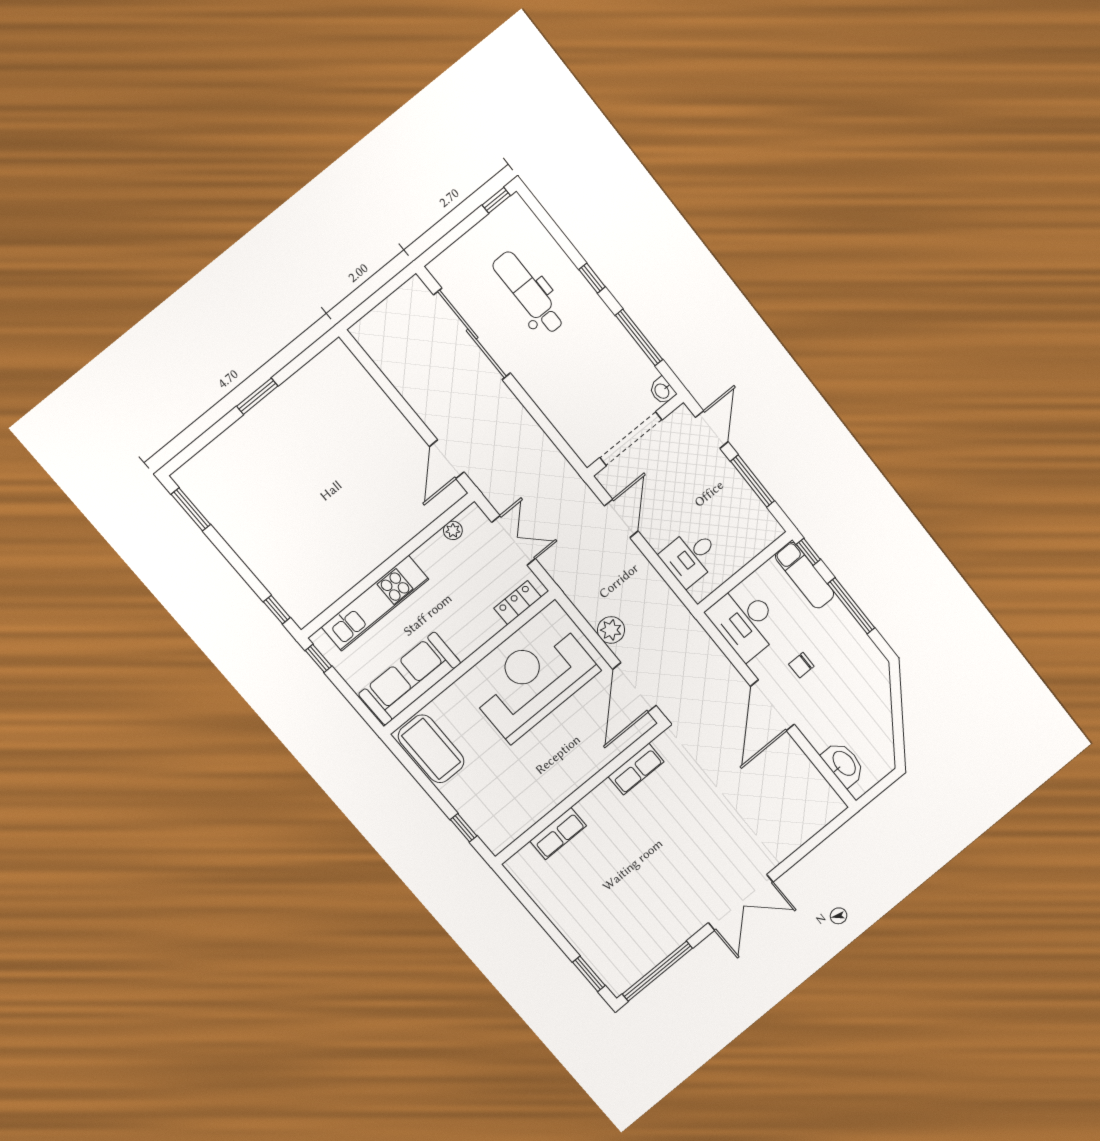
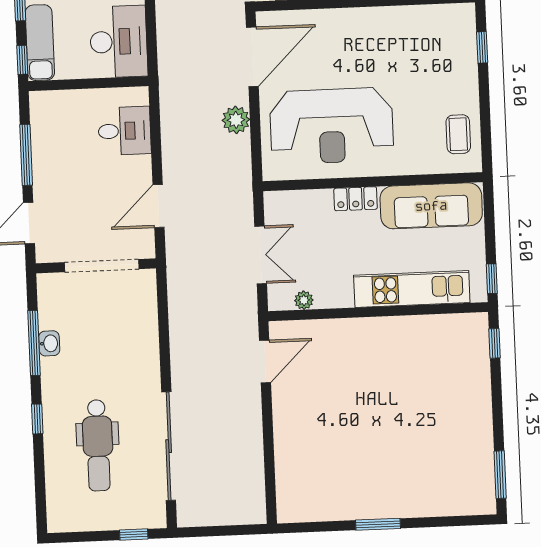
window: (496, 200) -> (134, 535), moved
washbasin: (662, 391) -> (49, 343), moved
double door: (514, 540) -> (261, 255), swing flipped
locker: (518, 603) -> (356, 199), moved
coffee table: (431, 749) -> (458, 134), width x0.54, depth x0.58

